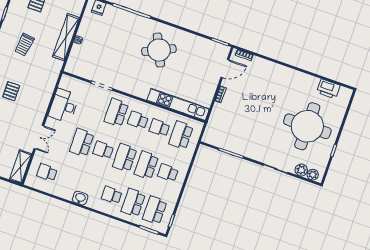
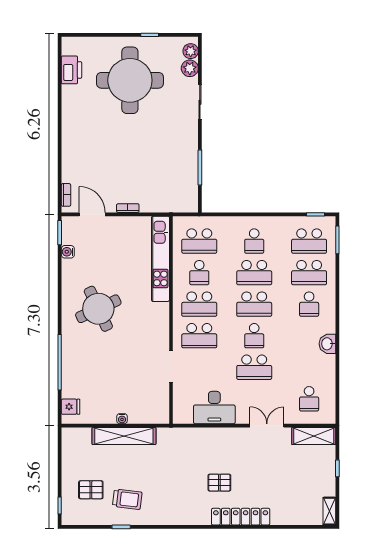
water cooler: (205, 43) -> (68, 252), added
trolley: (24, 45) -> (127, 499), moved
school desk: (138, 120) -> (199, 304), width x1.85

